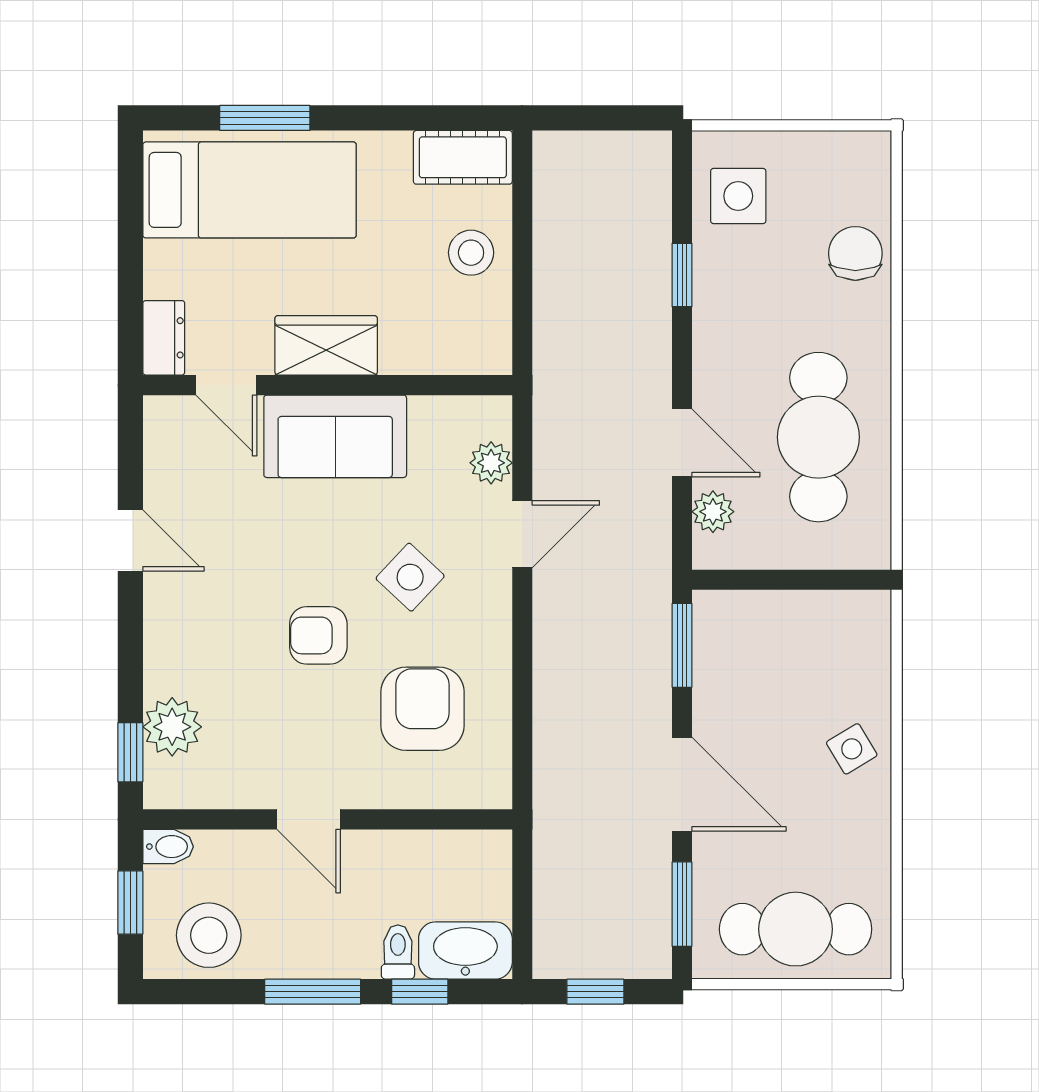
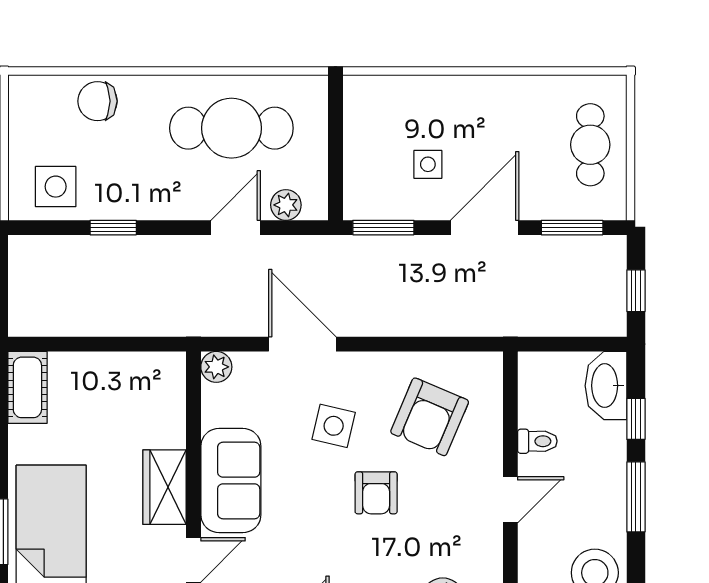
stool: (471, 253) -> (97, 381), removed
plant: (491, 463) -> (216, 367), moved
door: (522, 534) -> (302, 344), width x1.38
side table: (410, 577) -> (334, 426), turned -30
armchair: (423, 709) -> (430, 417), turned -67
side table: (852, 749) -> (428, 164), moved, turned 31
cafe table: (796, 929) -> (590, 145), width x0.73, depth x0.74
toilet: (398, 952) -> (537, 441), moved, turned 180

